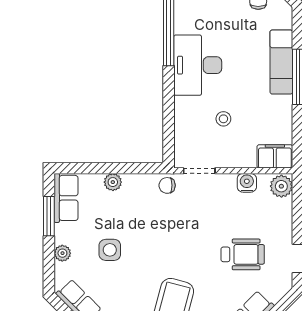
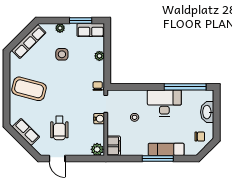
water cooler: (247, 183) -> (99, 119), moved

